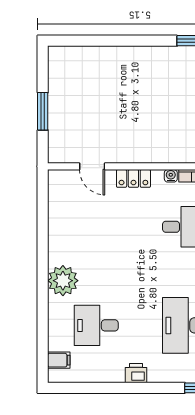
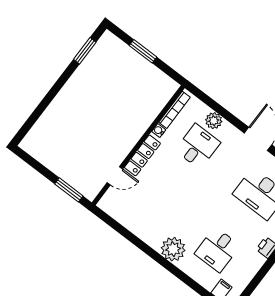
window: (43, 111) -> (69, 190), moved
locker: (133, 178) -> (142, 155), width x1.53

